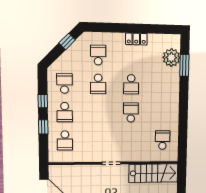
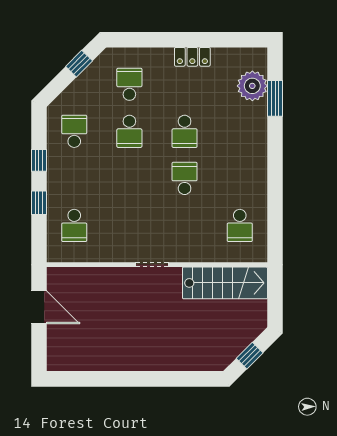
school desk: (65, 112) -> (74, 178), removed
school desk: (162, 140) -> (240, 225), turned 180

